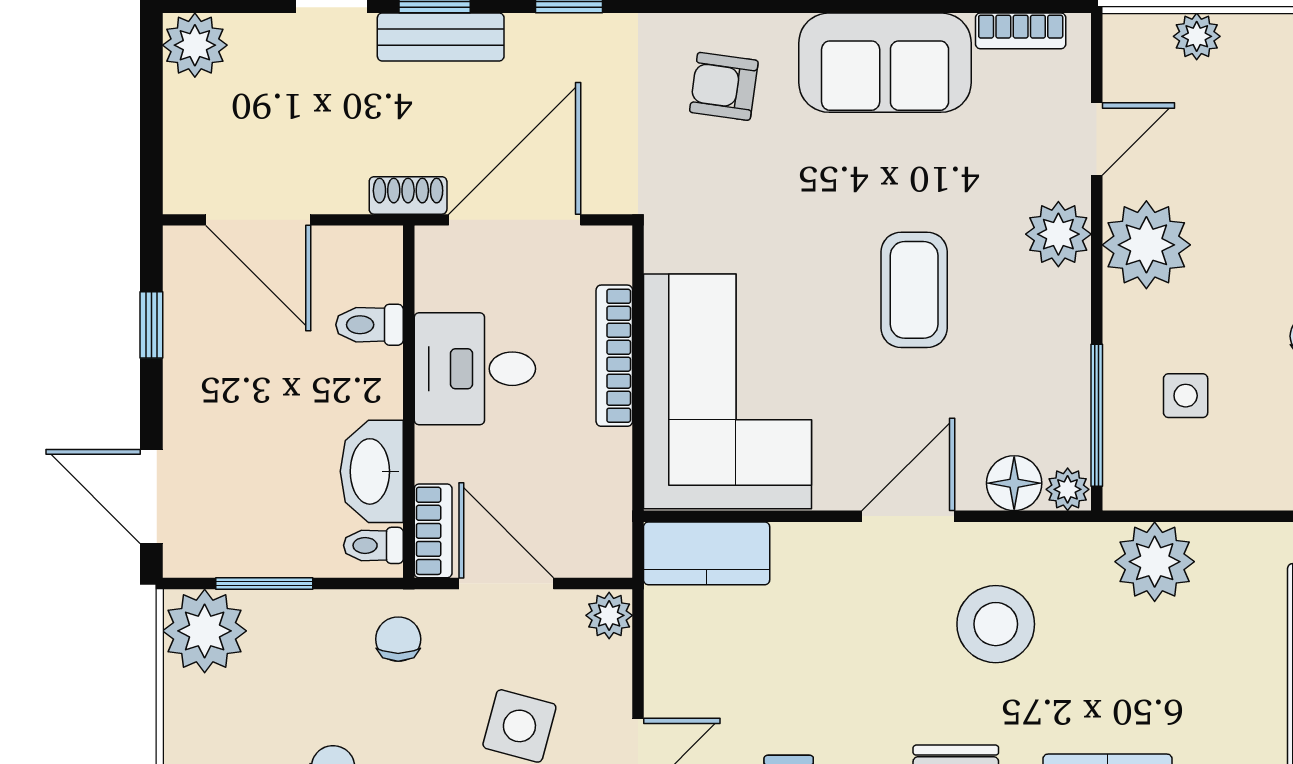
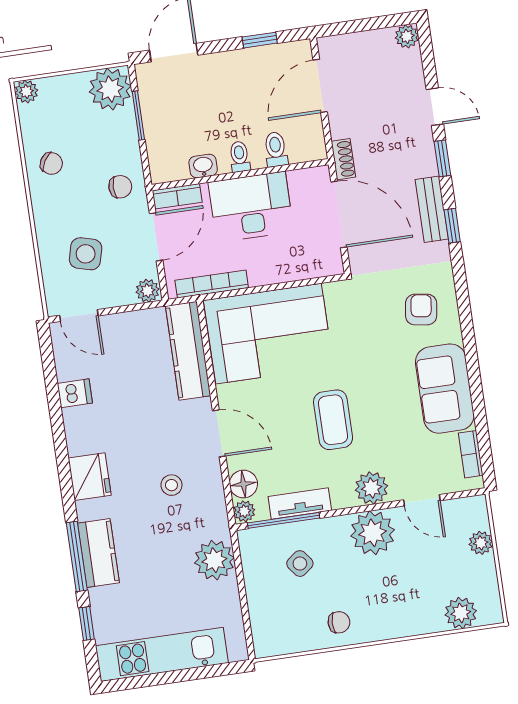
bench: (441, 37) -> (432, 209), moved
plant: (195, 45) -> (407, 36), width x0.73, depth x0.73
coffee table: (914, 290) -> (333, 420), turned 90
bookcase: (614, 356) -> (212, 284), moved
desk: (475, 369) -> (251, 207), width x1.37
tv unit: (1068, 379) -> (300, 503), added
side table: (1186, 396) -> (300, 564), turned -38
washbasin: (372, 471) -> (203, 166), width x0.52, depth x0.69
toilet: (373, 545) -> (240, 157), moved
kitchen counter: (707, 553) -> (188, 351), width x1.50
stool: (996, 624) -> (171, 485), width x0.53, depth x0.53

